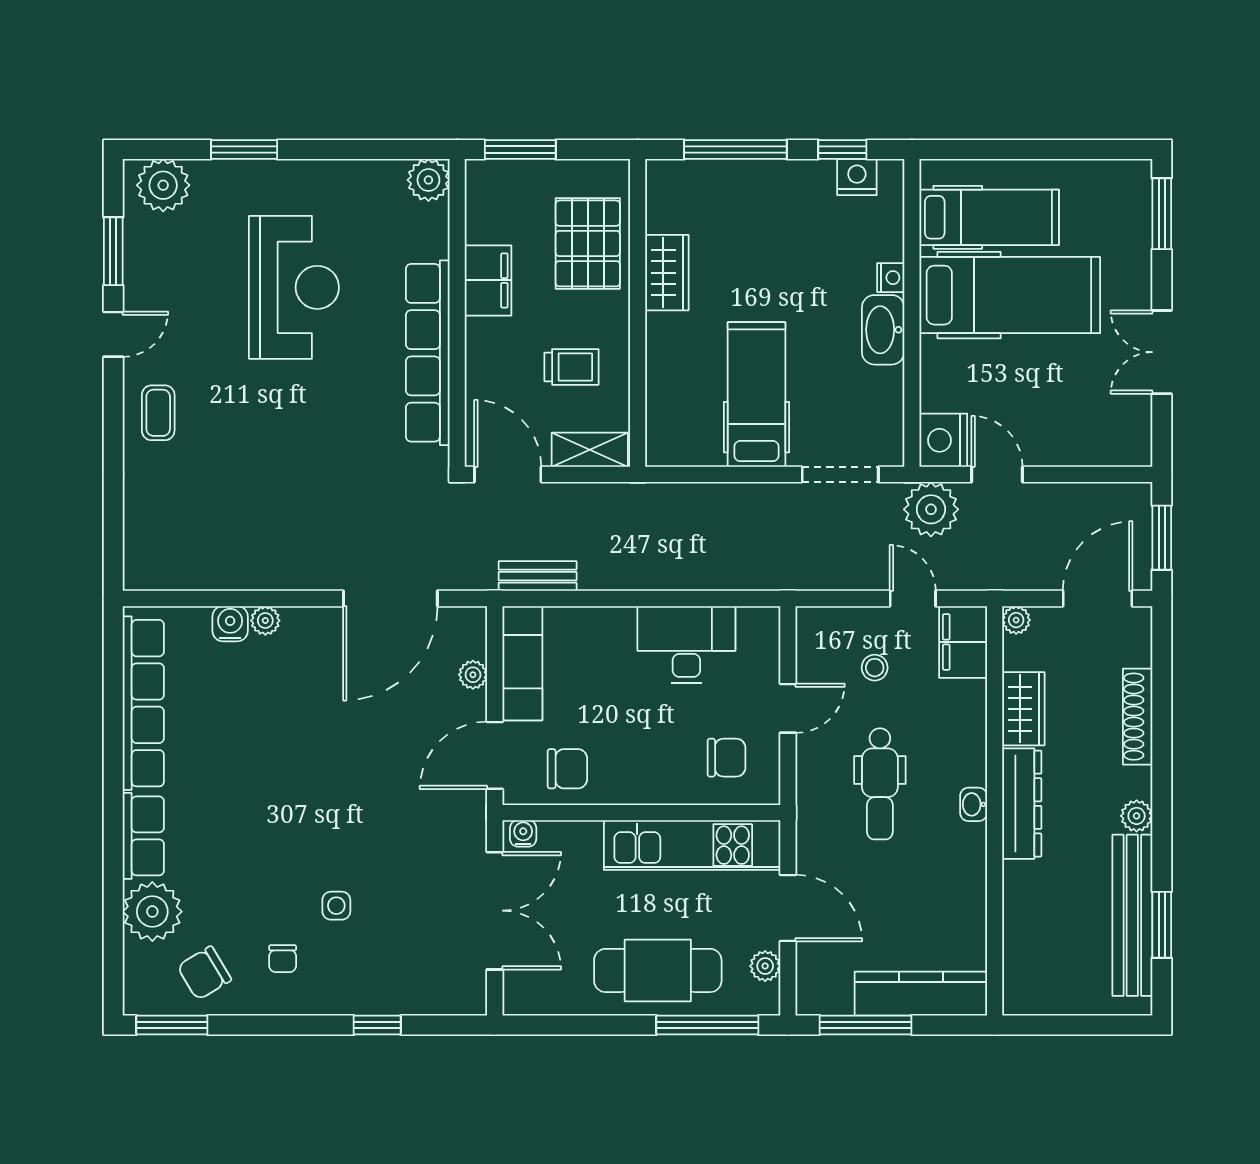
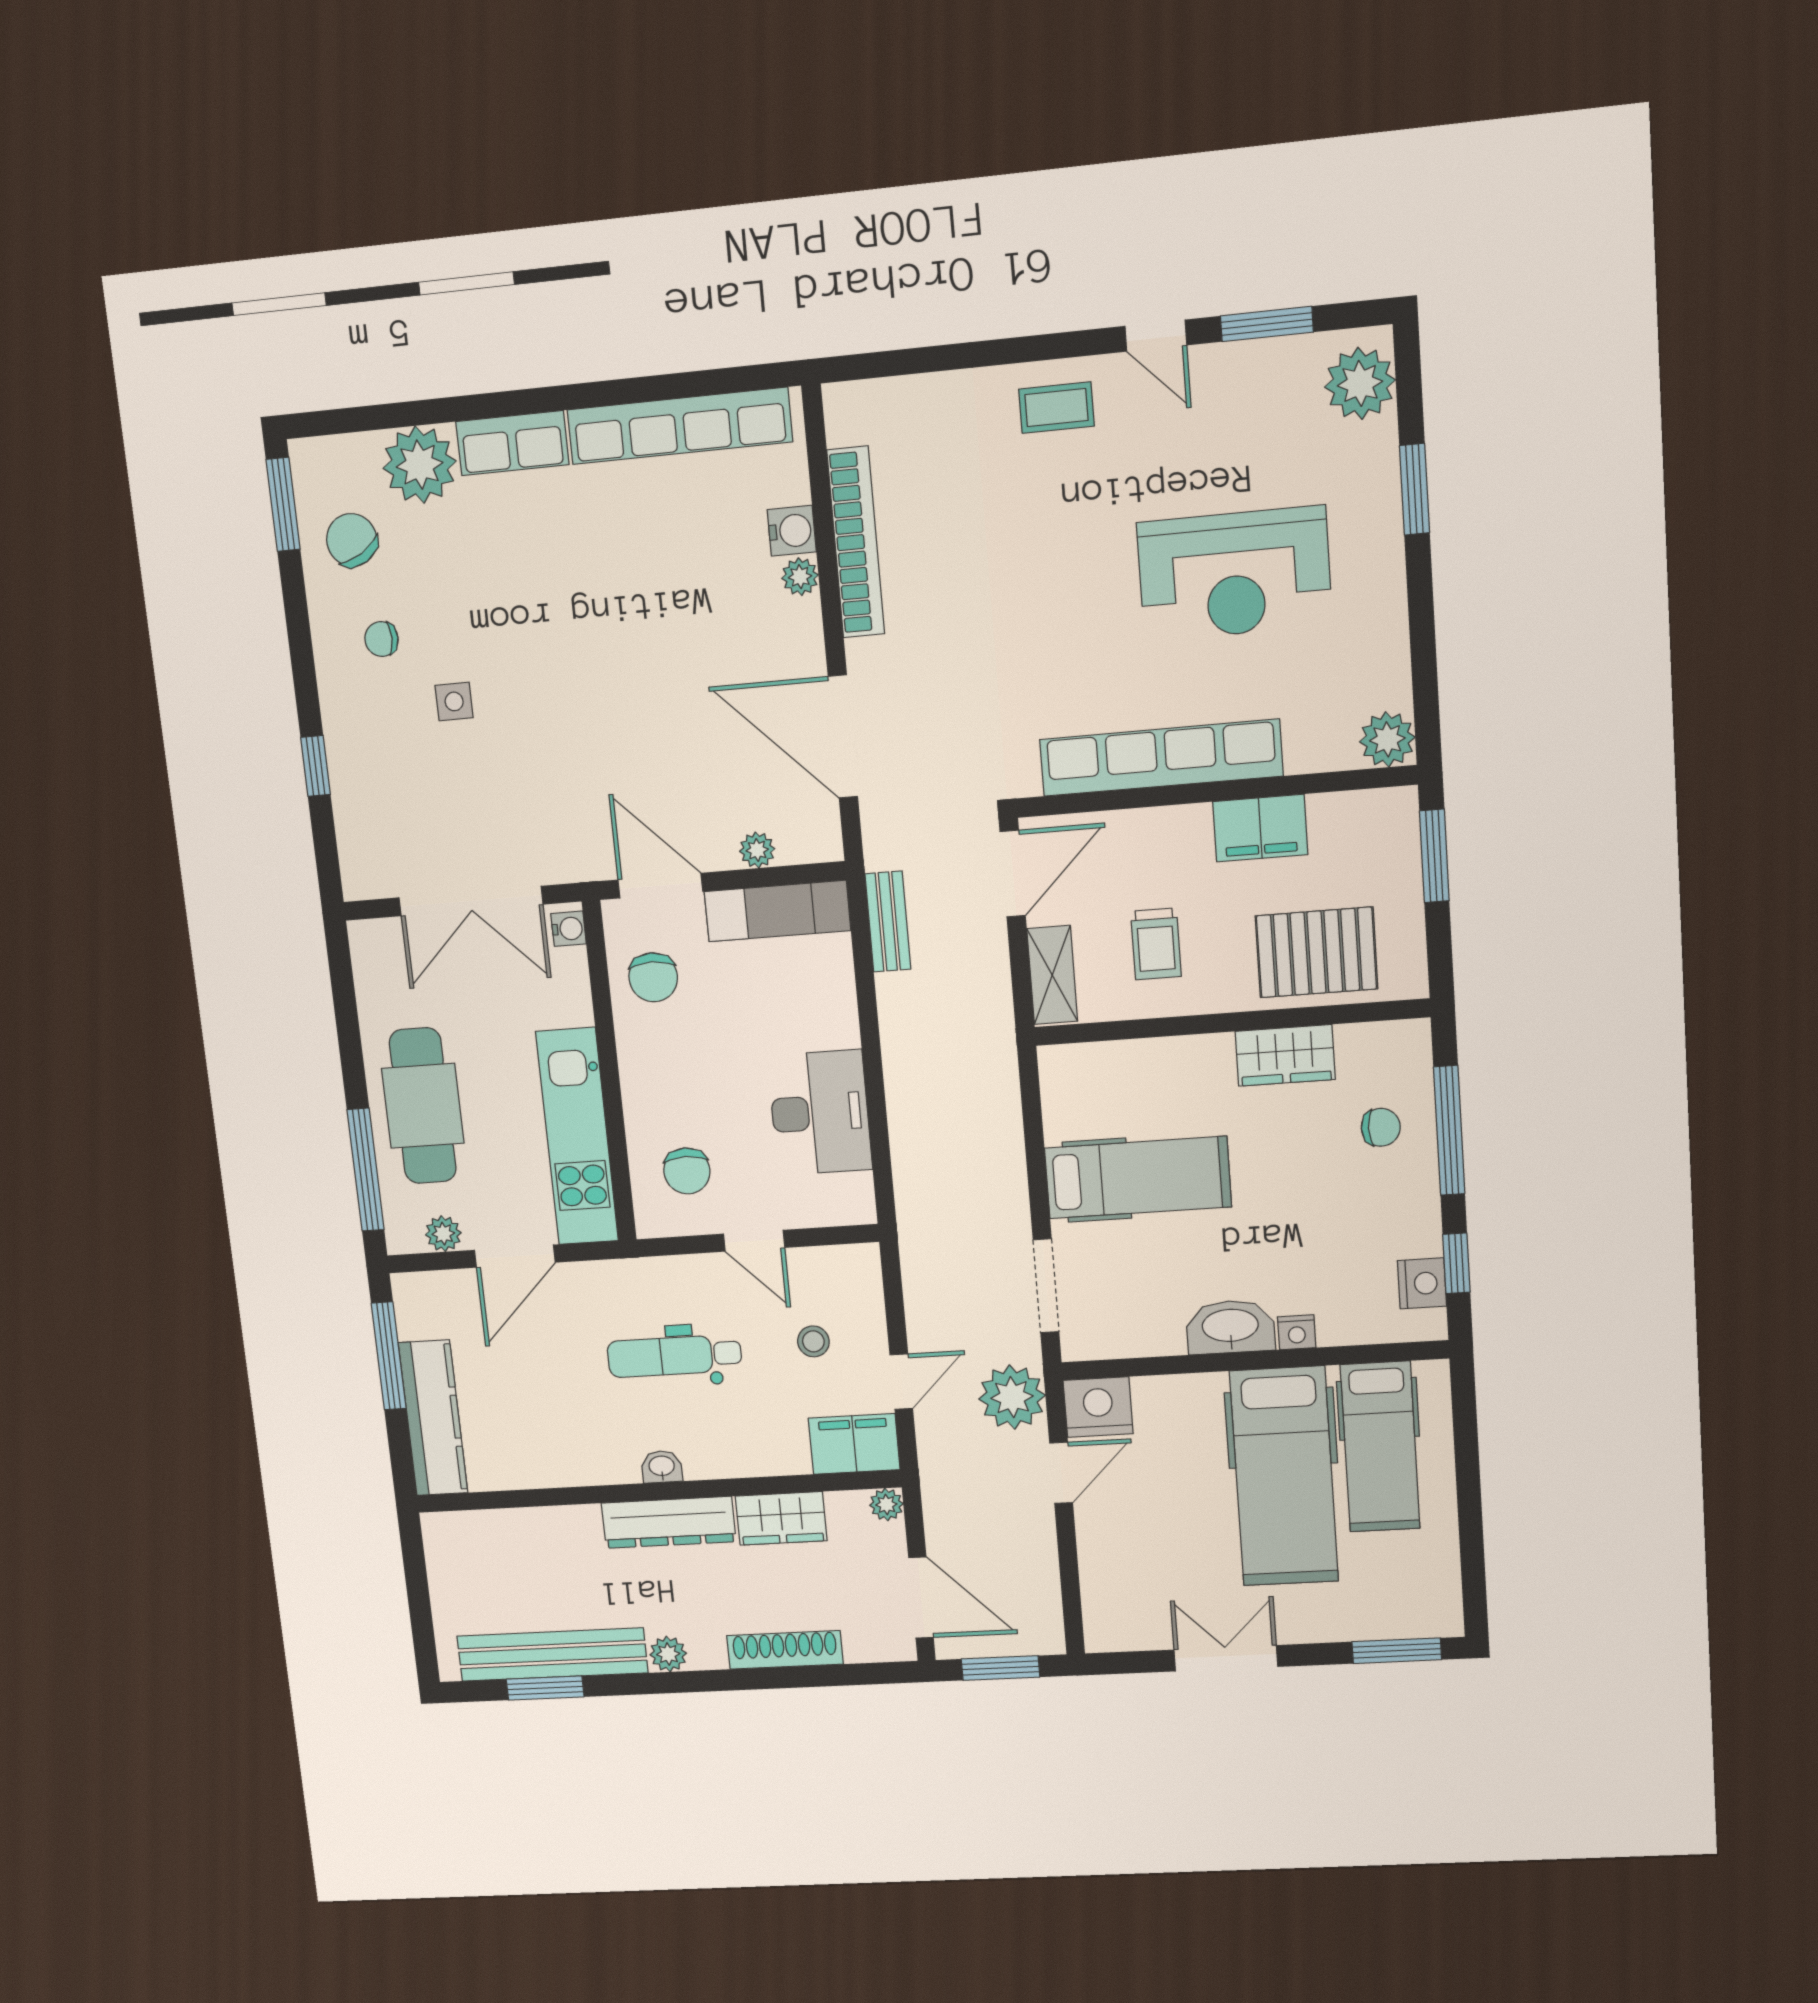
chair: (729, 202) -> (1381, 1127), added
bookcase: (243, 575) -> (856, 542), added

